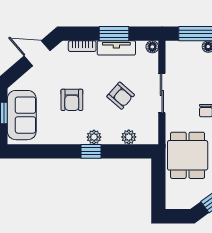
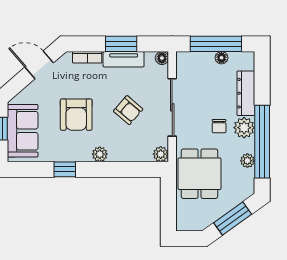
sliding door: (162, 93) -> (172, 107), width x1.37
armchair: (72, 100) -> (76, 115), width x1.38, depth x1.38
plant: (129, 137) -> (161, 154), moved
window: (91, 151) -> (65, 169), moved

